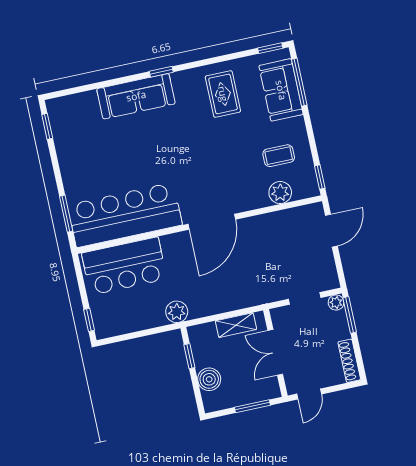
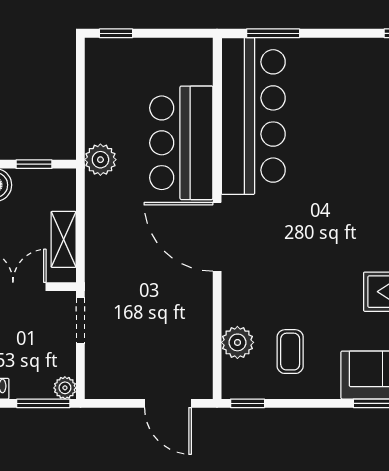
bar counter: (124, 266) -> (181, 143), moved
doorway: (305, 298) -> (80, 321), moved

